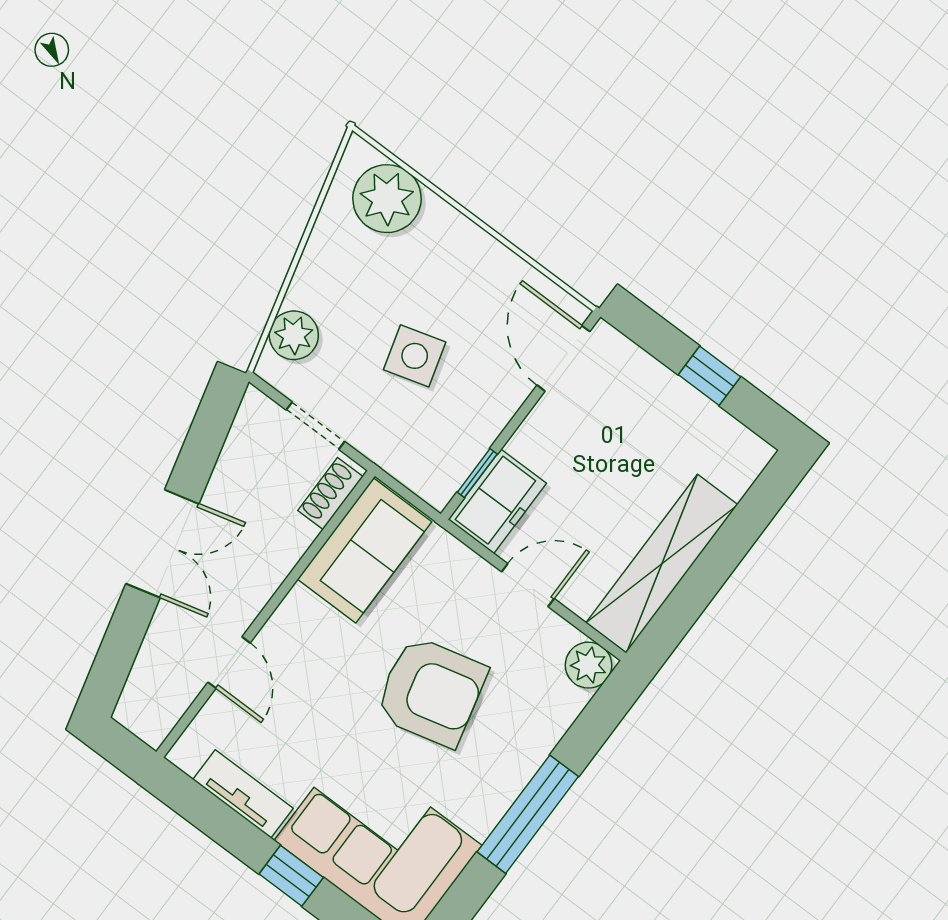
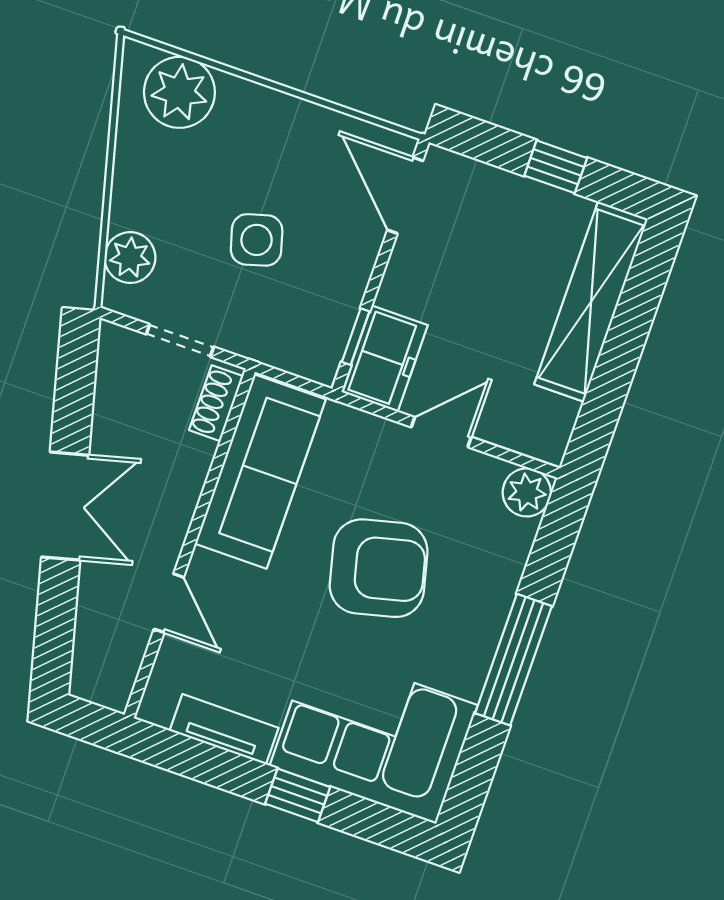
sofa: (365, 550) -> (260, 471), width x1.36
shelving: (662, 564) -> (591, 302), moved

